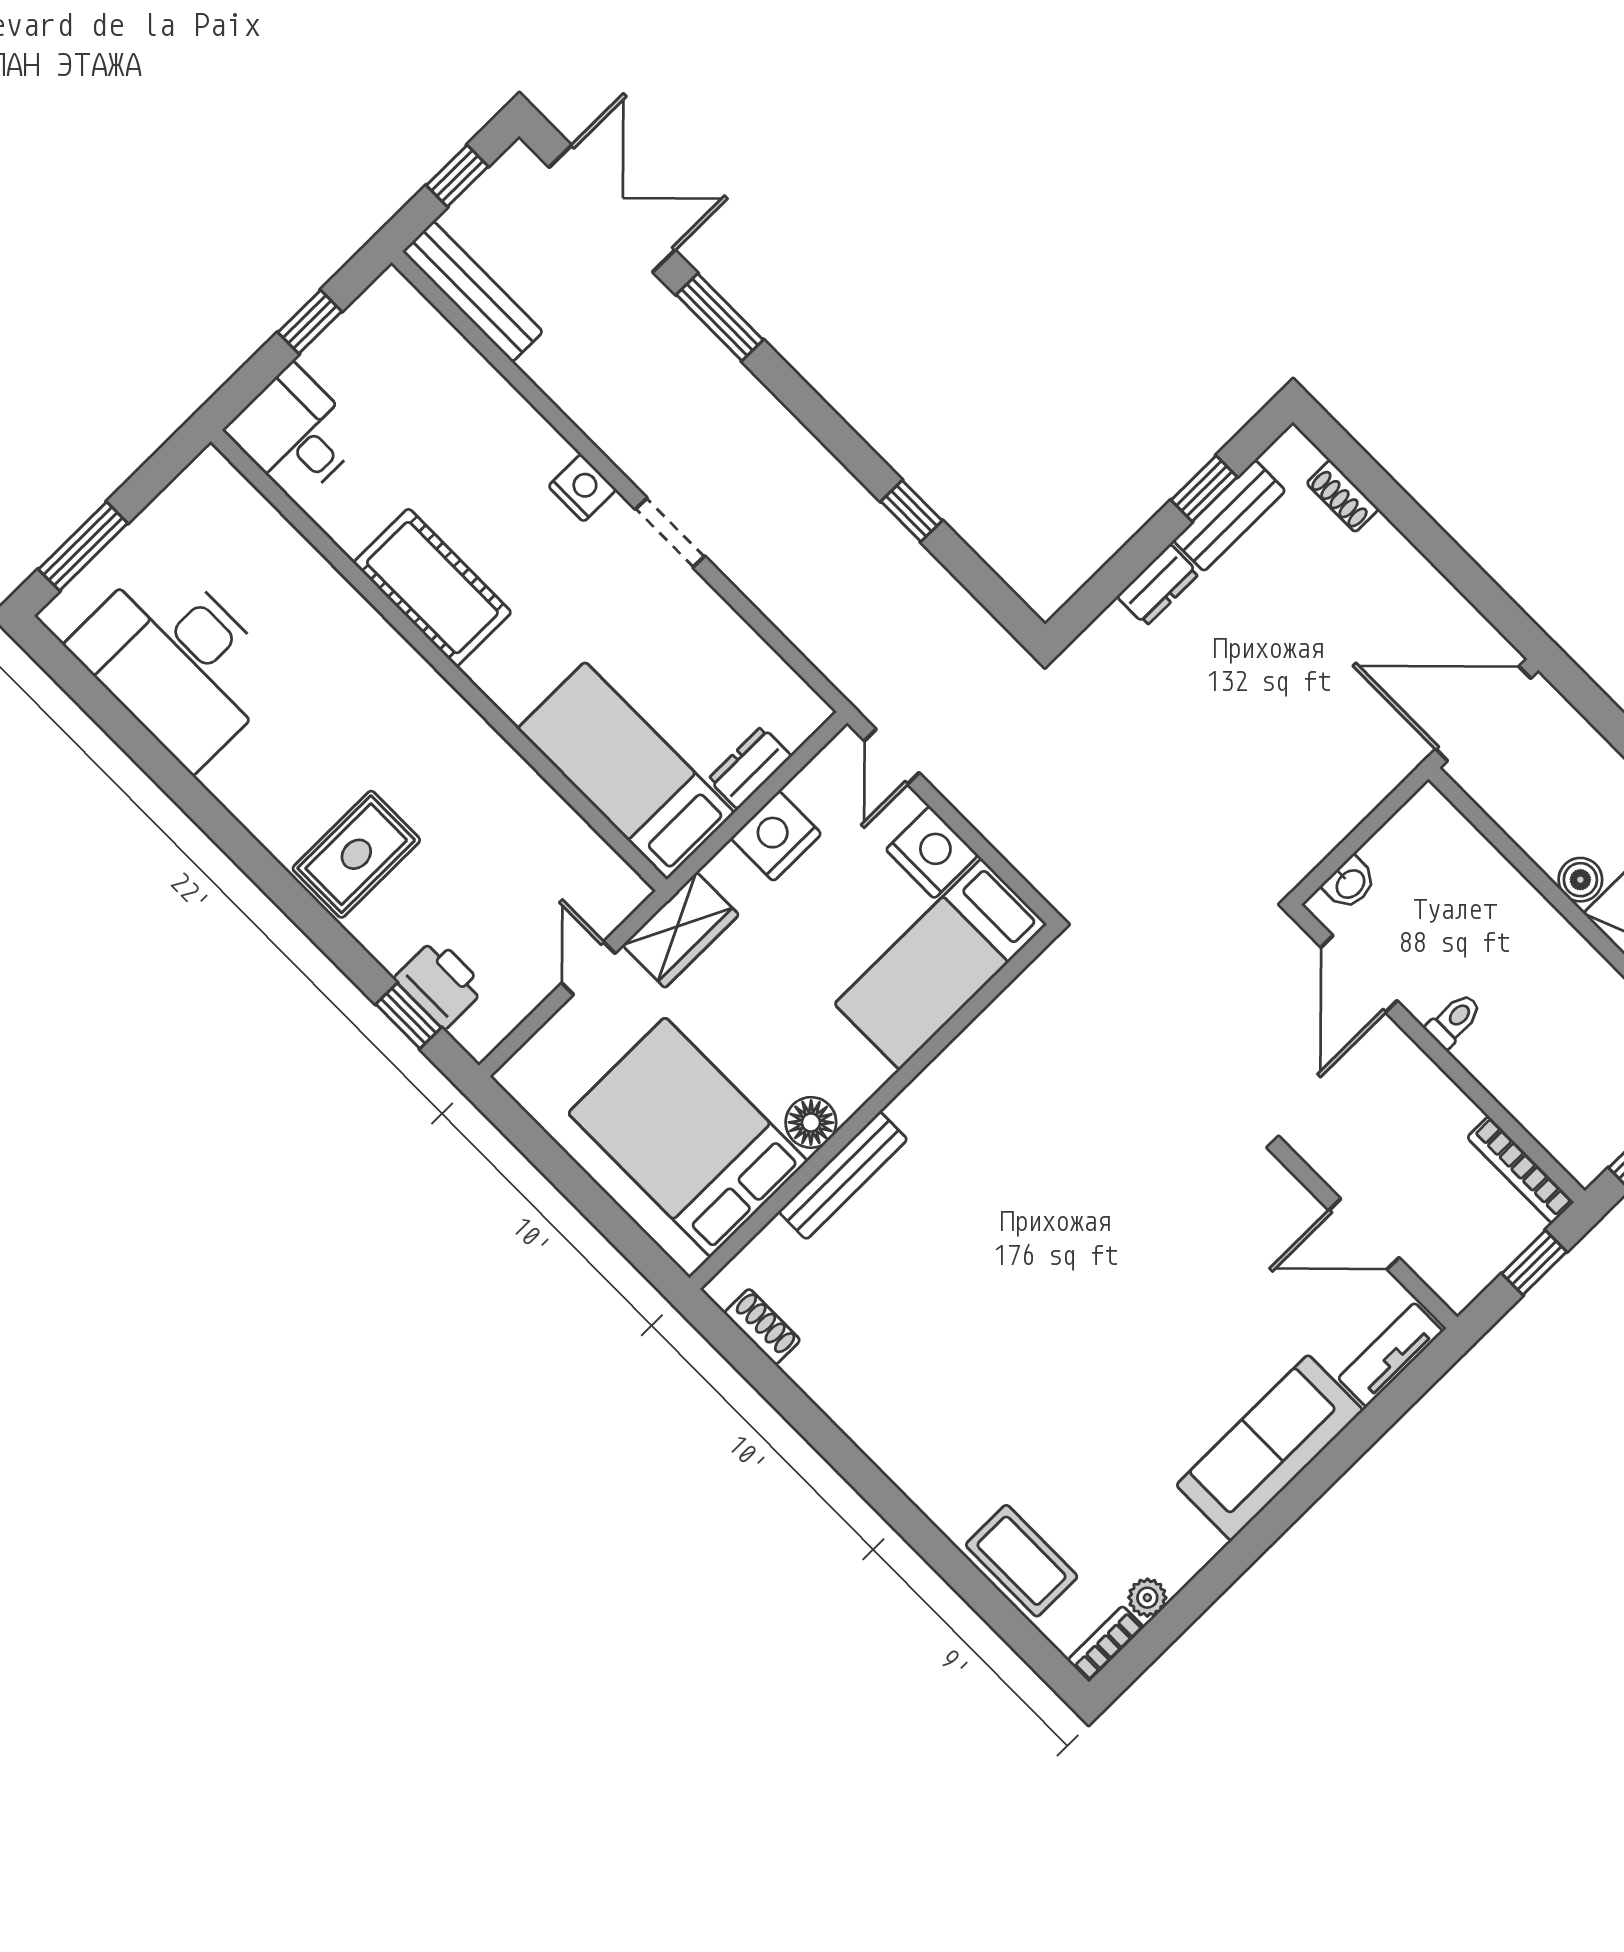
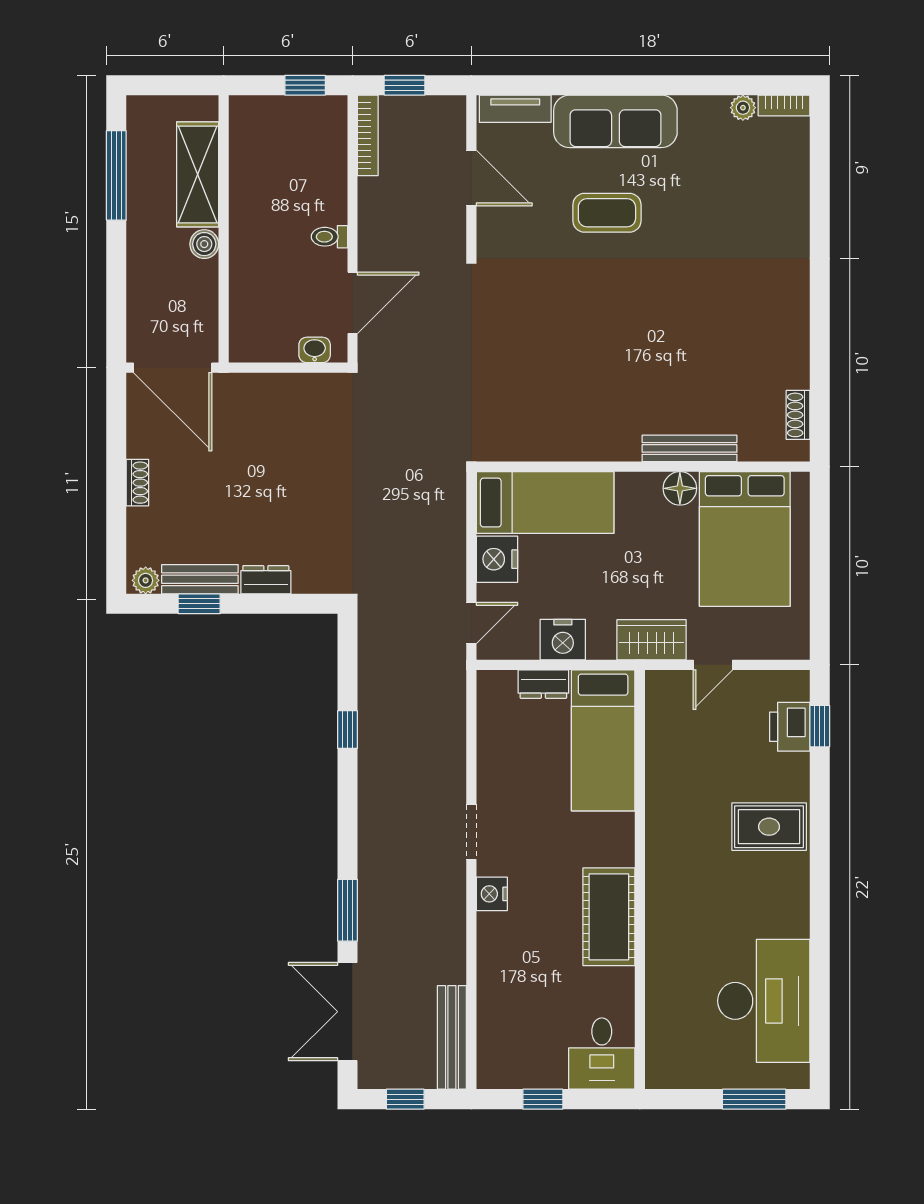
plant: (1286, 457) -> (146, 580), added
shoe rack: (1343, 496) -> (137, 483), moved
coffee table: (1022, 1561) -> (607, 213), moved, turned 90

